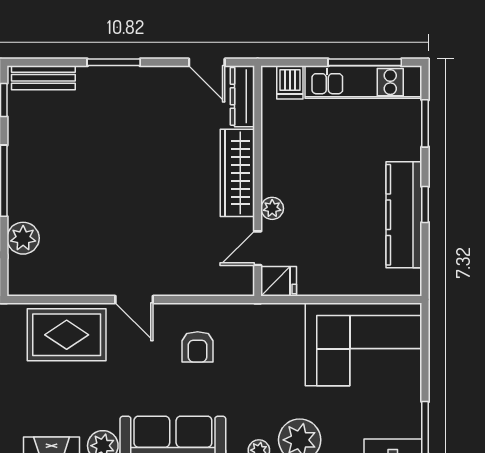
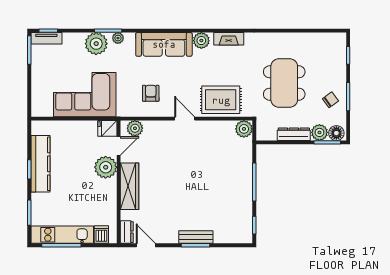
bench: (43, 78) -> (196, 237), moved
dresser: (242, 96) -> (127, 232), width x0.70
plant: (272, 208) -> (106, 167), width x1.87, depth x1.87
plant: (23, 238) -> (244, 129), moved
plant: (227, 281) -> (135, 128), added
corner sofa: (364, 344) -> (85, 95), moved

